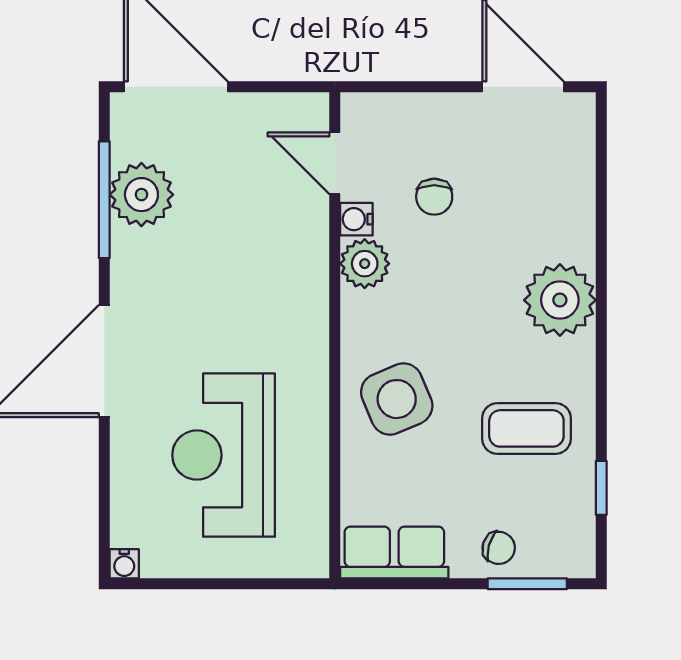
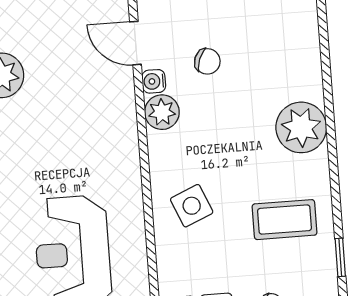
chair: (434, 197) -> (207, 61), turned -69
side table: (397, 399) -> (192, 206), width x0.73, depth x0.73

